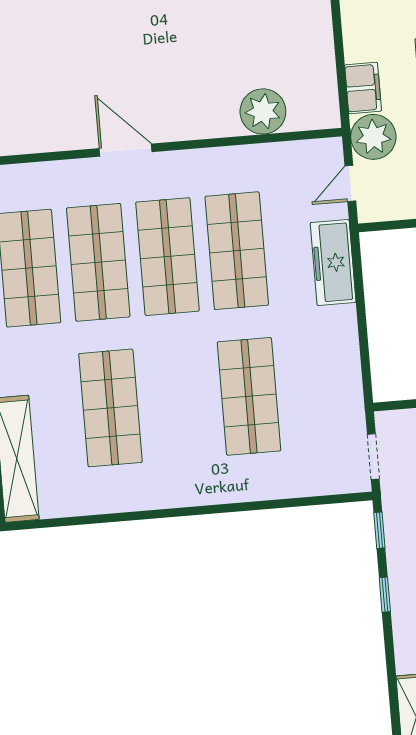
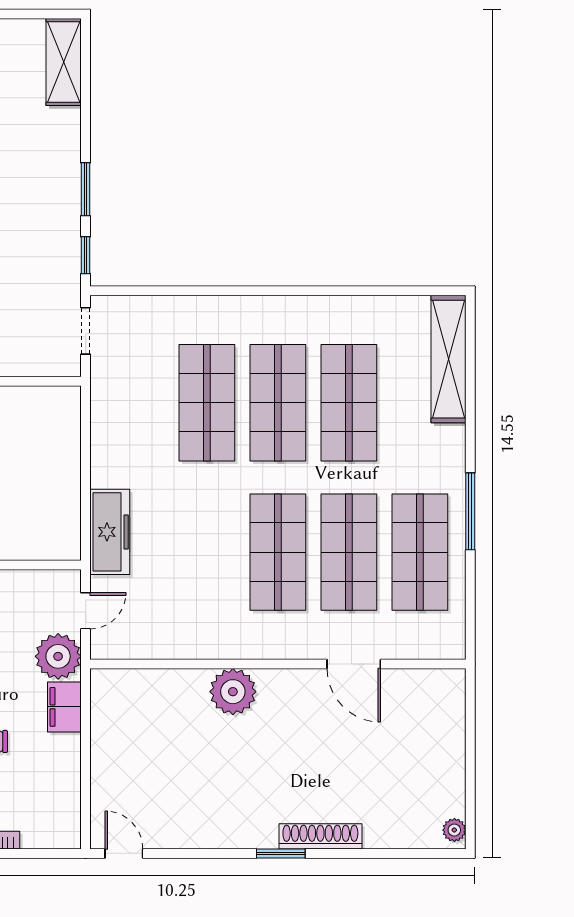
plant: (263, 111) -> (233, 692), moved
door: (126, 150) -> (354, 664), moved
shop shelf: (237, 251) -> (278, 403), moved
window: (385, 595) -> (86, 189), width x1.50

